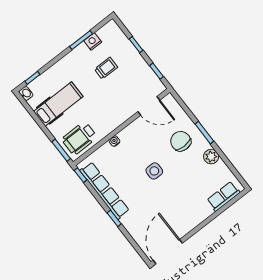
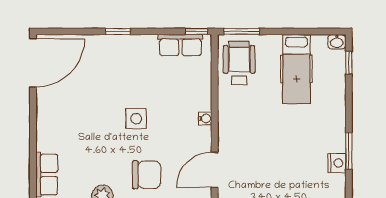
trolley: (106, 68) -> (295, 155), removed
water cooler: (114, 141) -> (205, 118), moved
row of seats: (105, 191) -> (180, 45), width x0.50
door: (168, 252) -> (33, 63), hinge flipped

